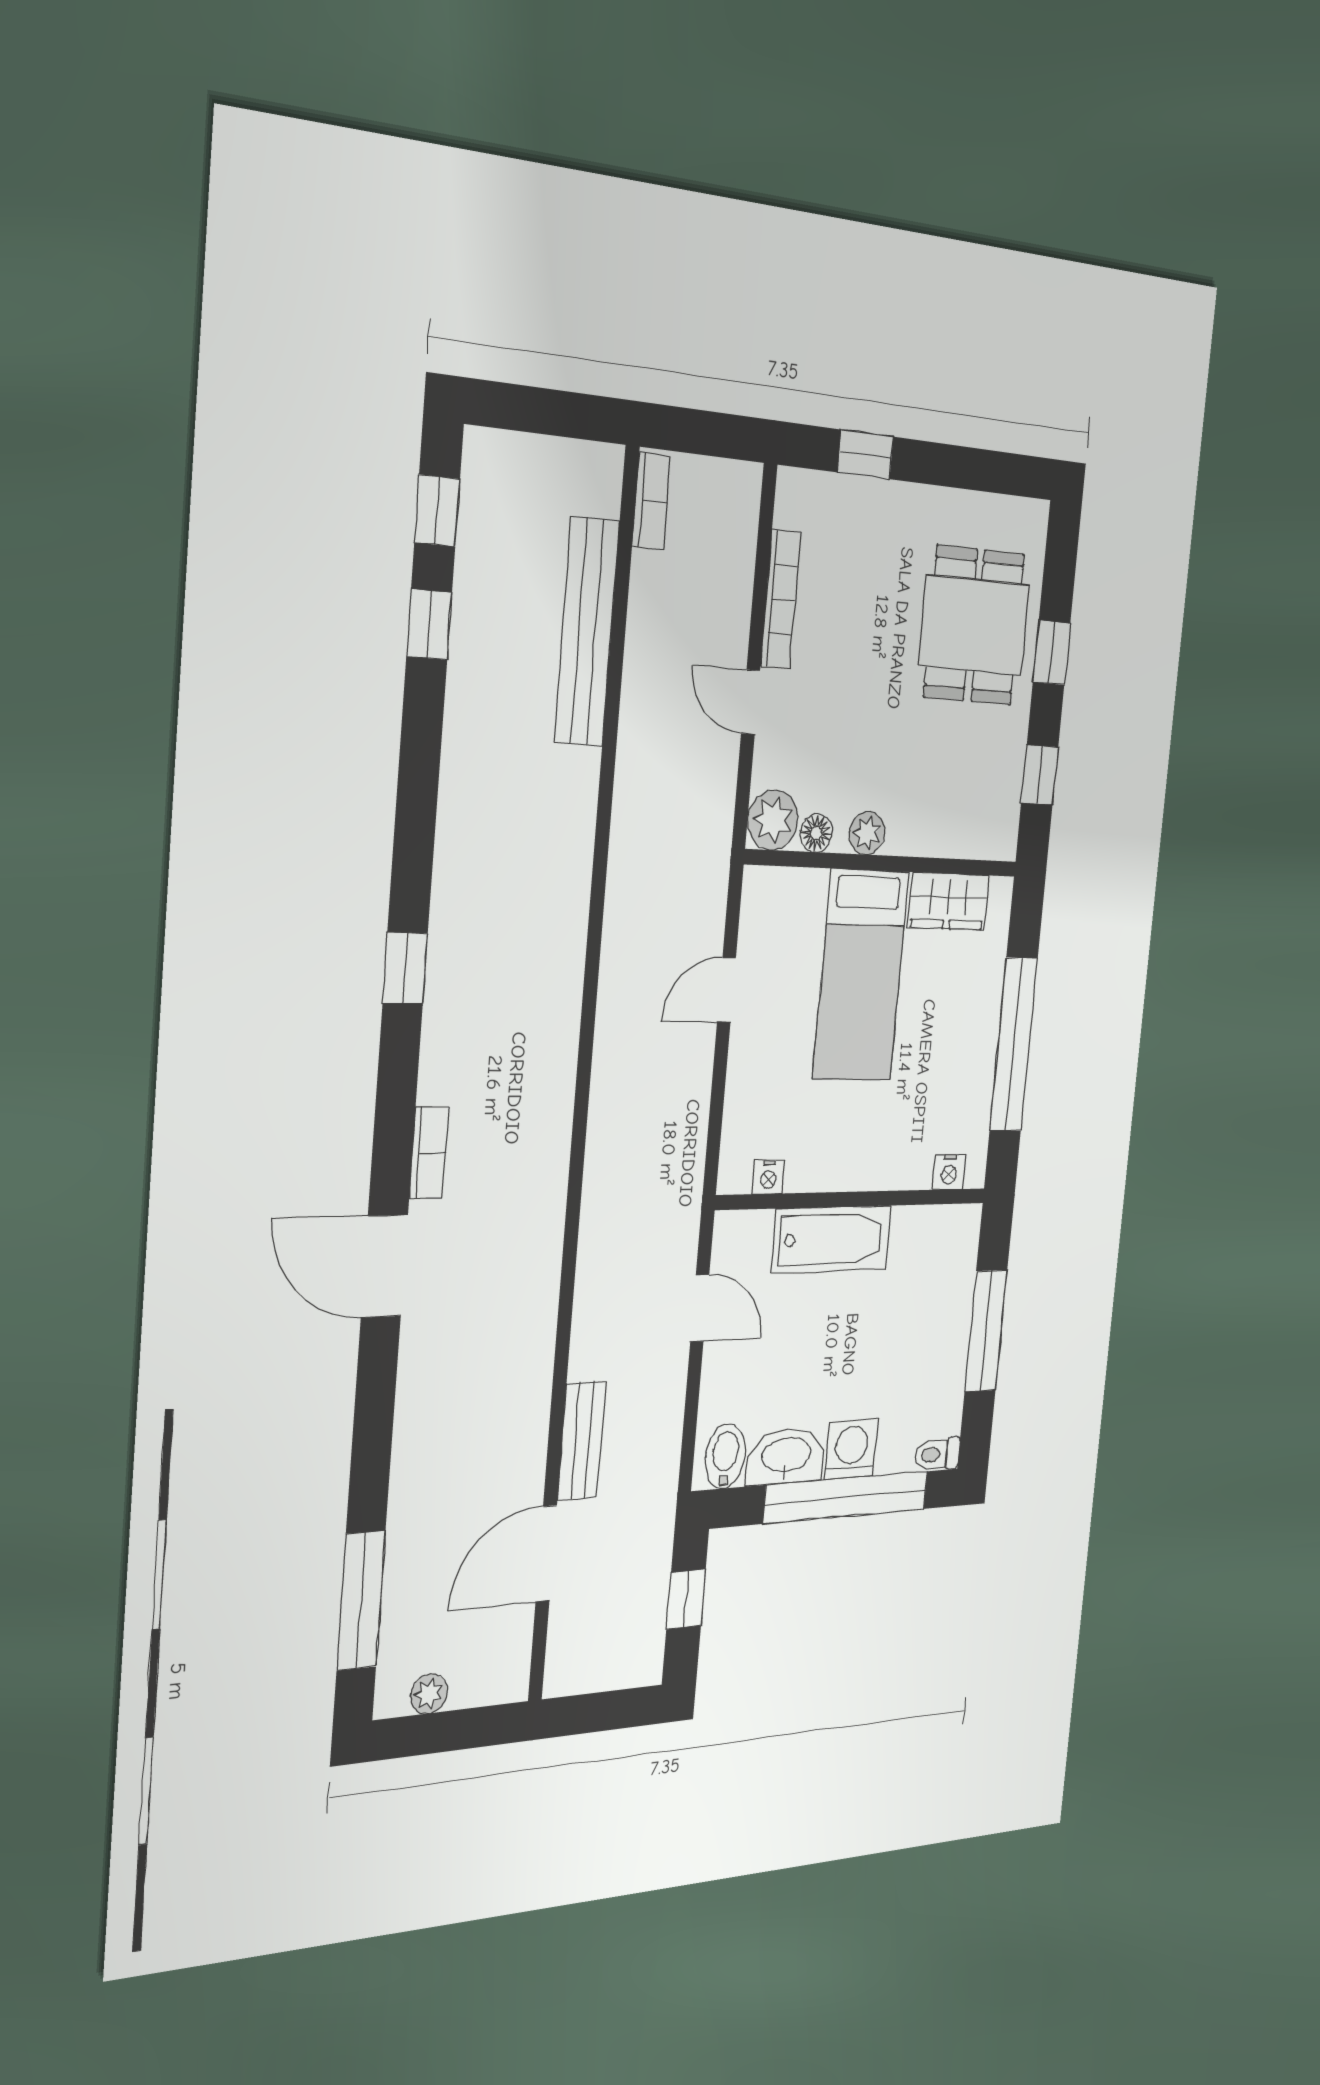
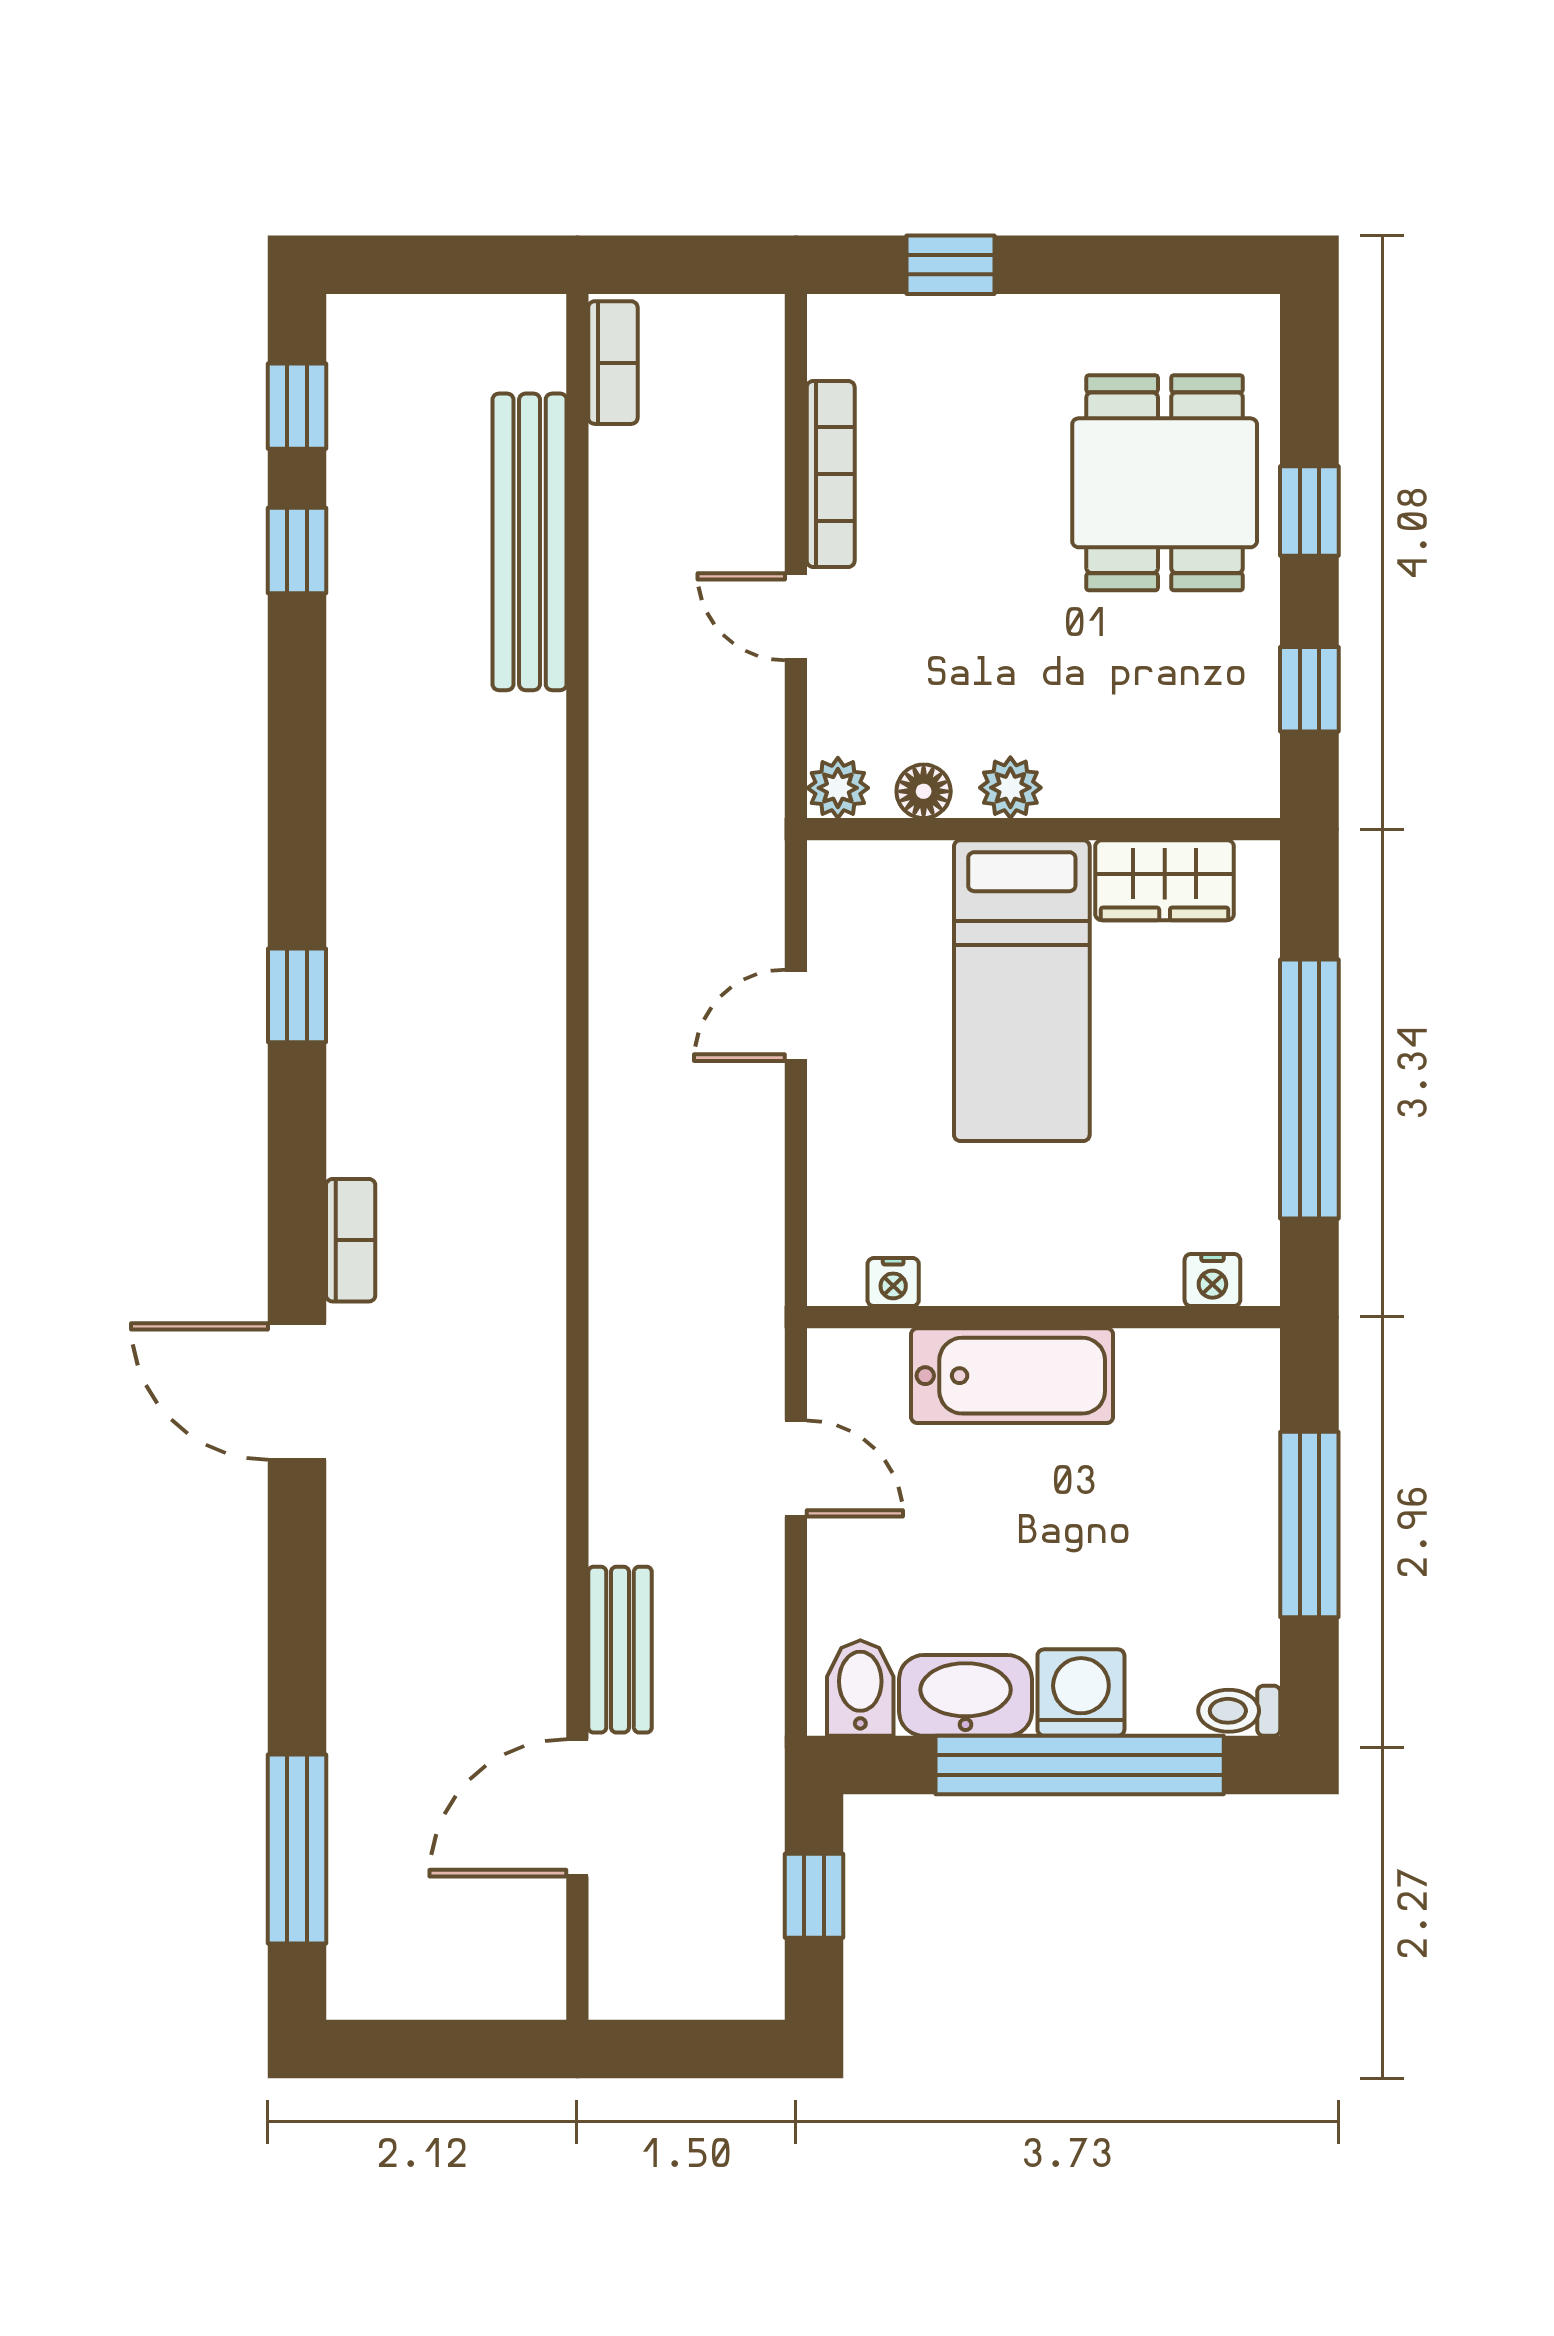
plant: (773, 820) -> (838, 788), width x0.73, depth x0.73
plant: (429, 1694) -> (410, 1992), removed

